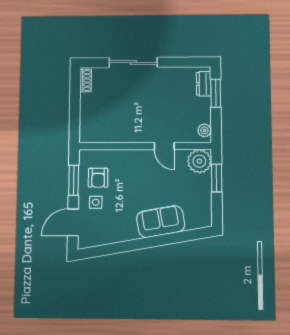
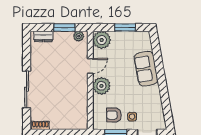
window: (216, 93) -> (64, 27), moved
plant: (137, 161) -> (101, 86), added
armchair: (98, 178) -> (114, 115), turned 180
window: (217, 178) -> (125, 27), moved

